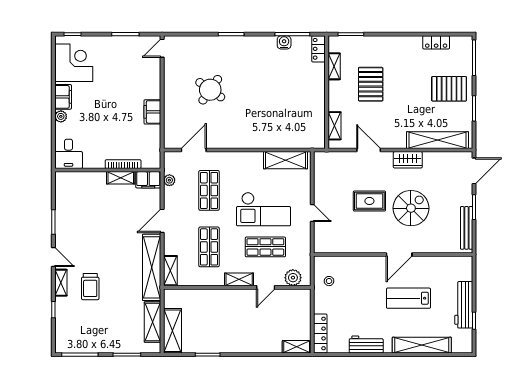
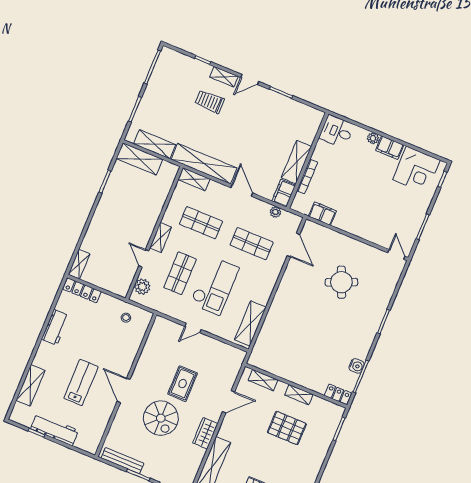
shelving: (334, 66) -> (299, 395), moved
round table: (210, 90) -> (341, 282), turned 32
filing cabinet: (152, 112) -> (322, 214), moved
shelving: (121, 178) -> (296, 162), width x1.50, depth x1.33
checkout: (264, 209) -> (215, 286), turned 180
shelving: (422, 345) -> (30, 385), width x0.68

